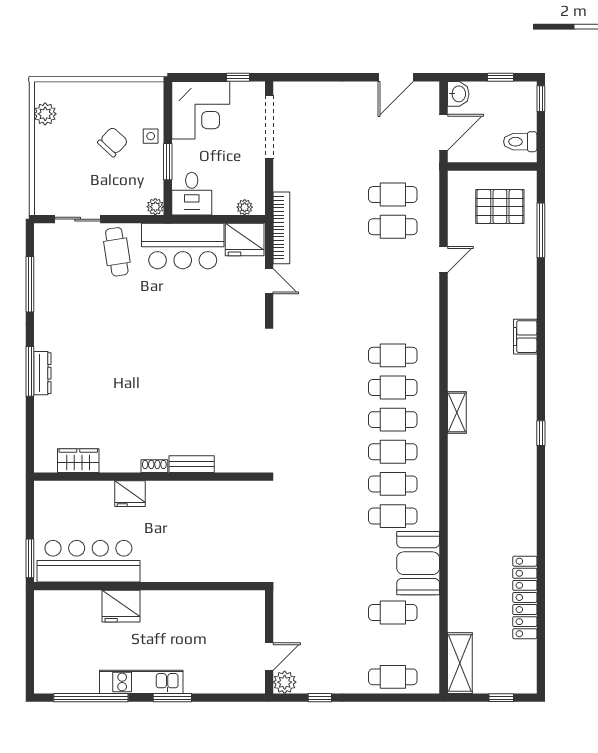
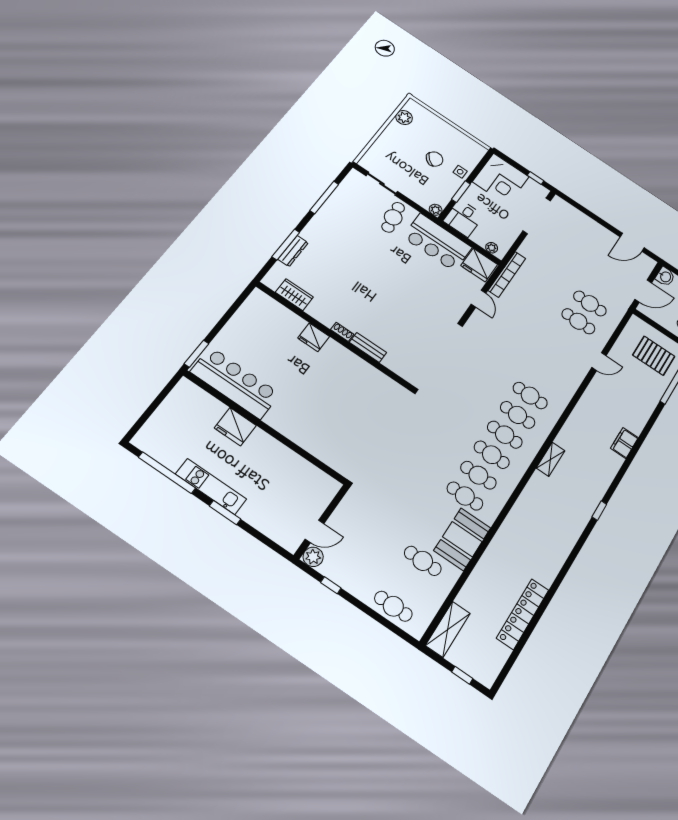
wardrobe: (78, 461) -> (294, 295), moved
bench: (192, 464) -> (368, 347), moved
shoe rack: (154, 466) -> (342, 332), moved
wall: (150, 477) -> (334, 336), moved
fridge: (130, 494) -> (314, 337), moved

